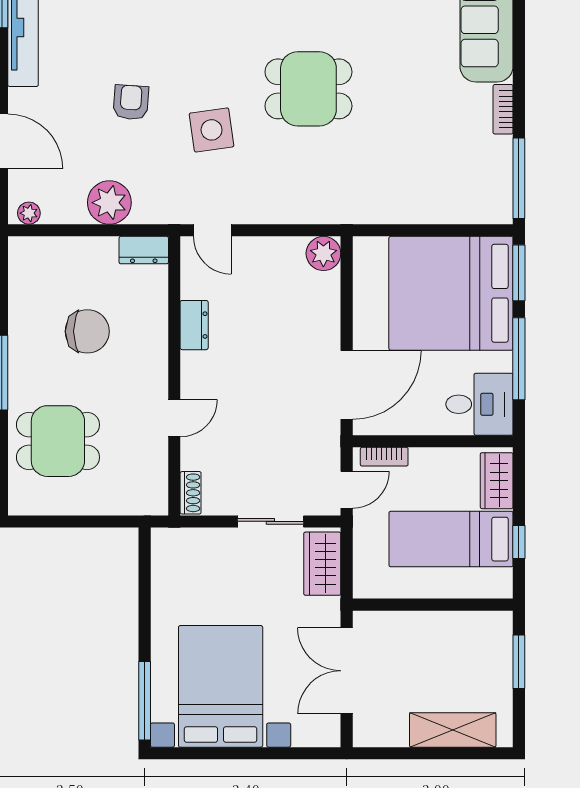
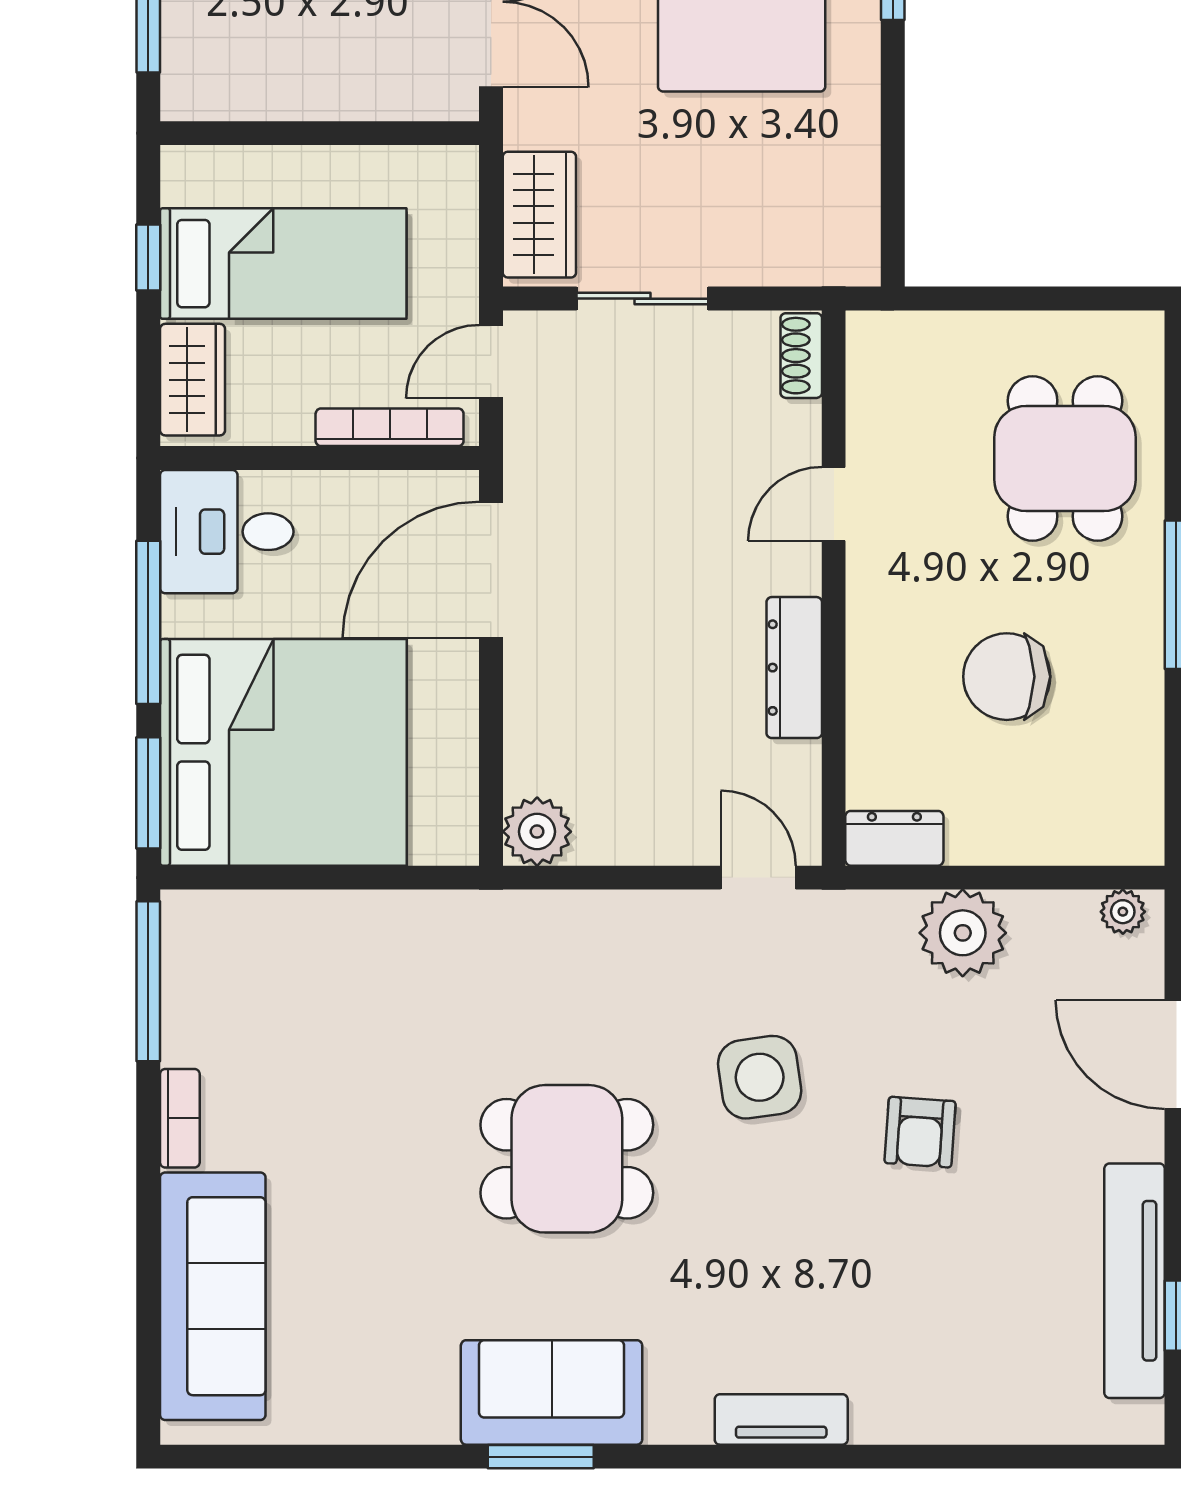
dresser: (194, 325) -> (794, 668), width x1.44
dining table: (58, 441) -> (1065, 459), turned 90
bookcase: (384, 457) -> (390, 427), width x1.56

